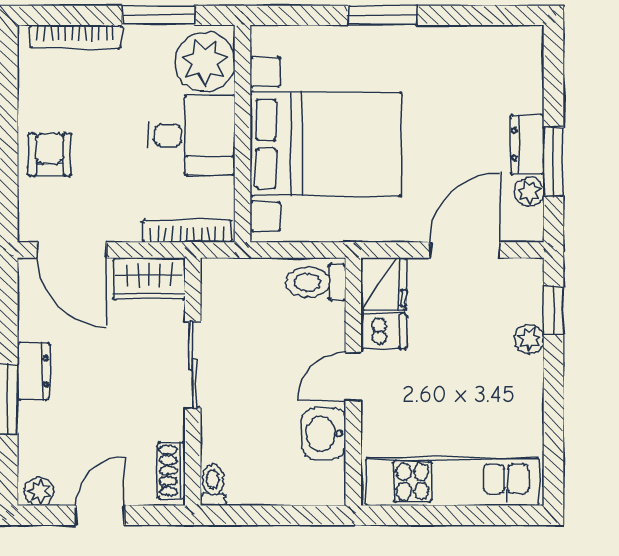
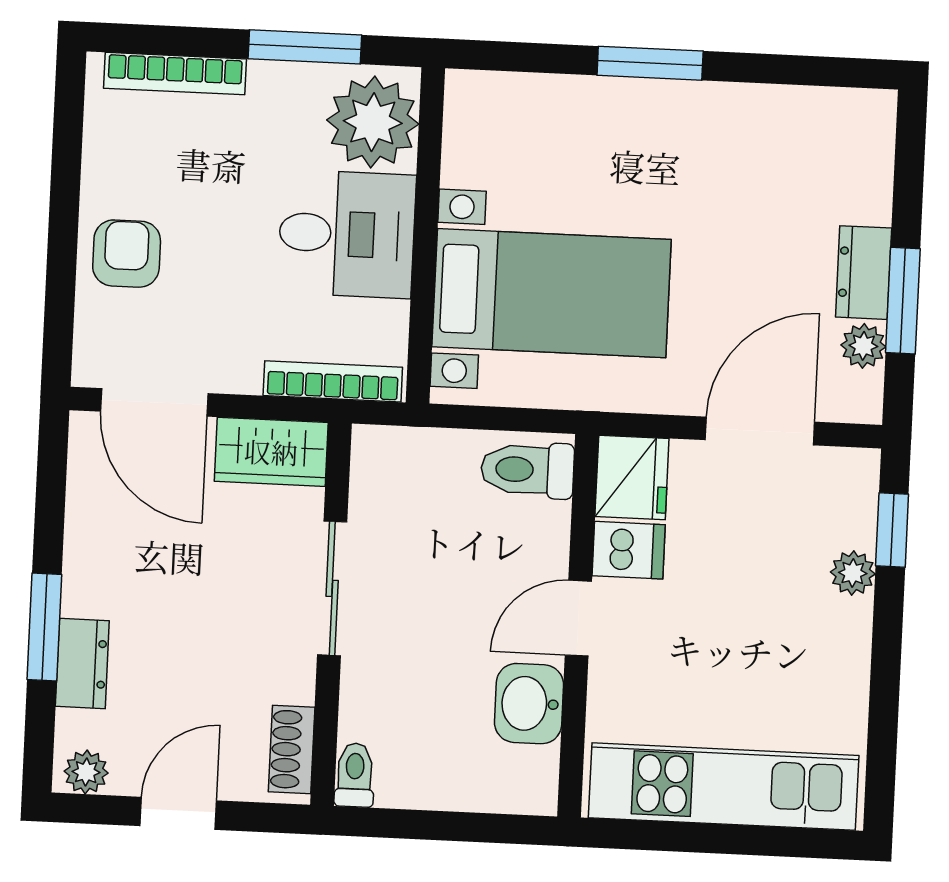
bed with nightstands: (326, 144) -> (552, 293), width x0.73
dresser: (33, 371) -> (82, 663), moved

